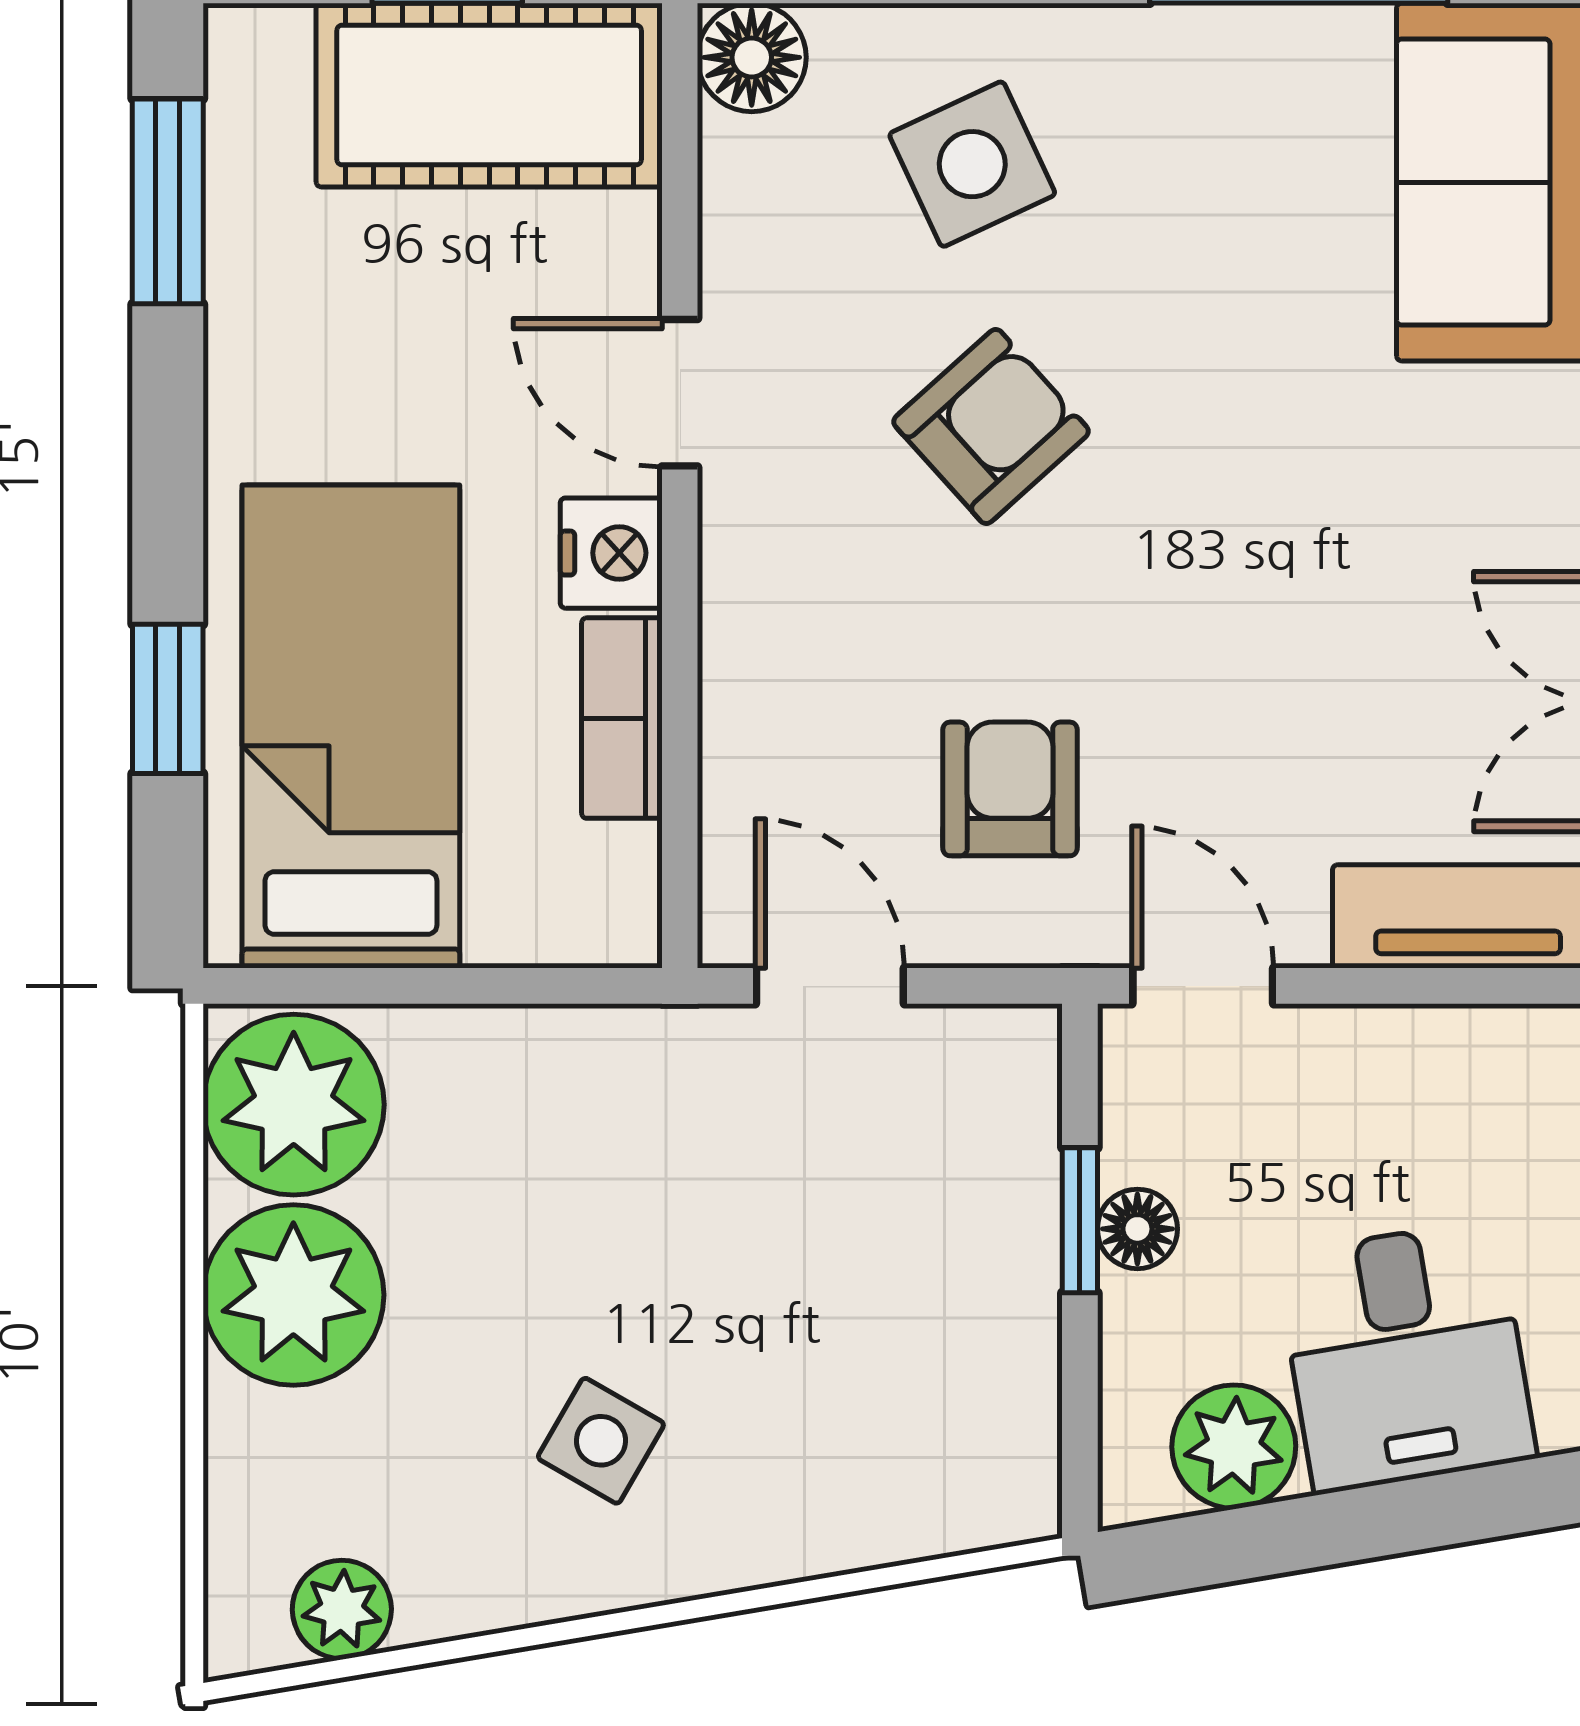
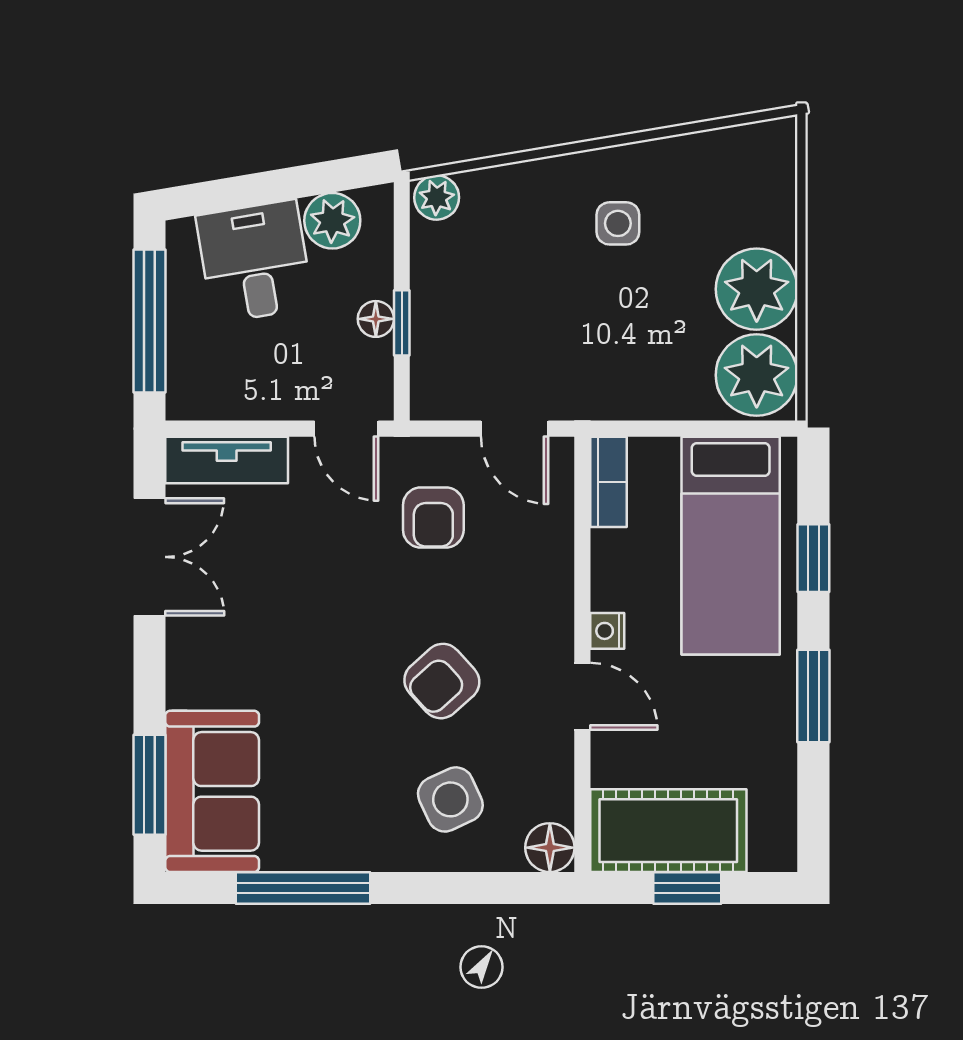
window: (168, 201) -> (813, 696), moved
nightstand: (611, 553) -> (607, 631), width x0.72, depth x0.74
bookcase: (622, 718) -> (608, 482), moved
side table: (601, 1441) -> (618, 223), turned -30
plant: (342, 1610) -> (437, 197), moved

